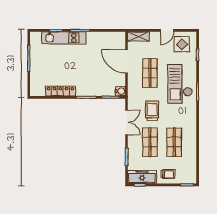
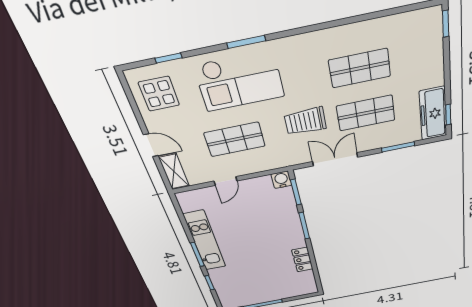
door: (167, 30) -> (151, 145), moved
kitchen unit: (64, 38) -> (205, 241), moved
door: (127, 61) -> (225, 181), width x0.53
locker: (60, 91) -> (302, 260), width x0.66
trolley: (168, 174) -> (425, 67), removed

